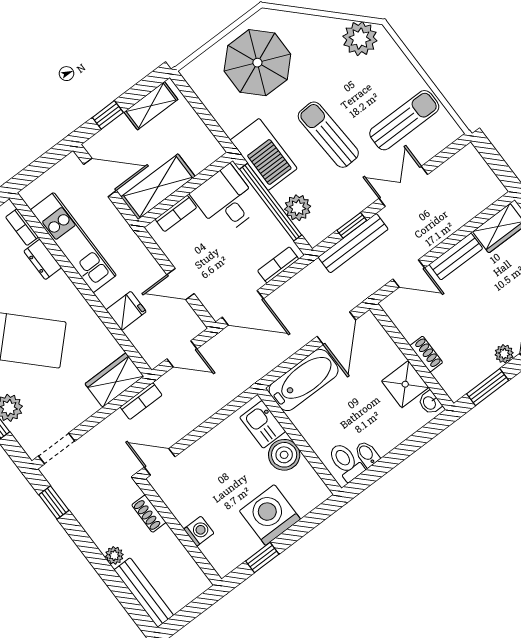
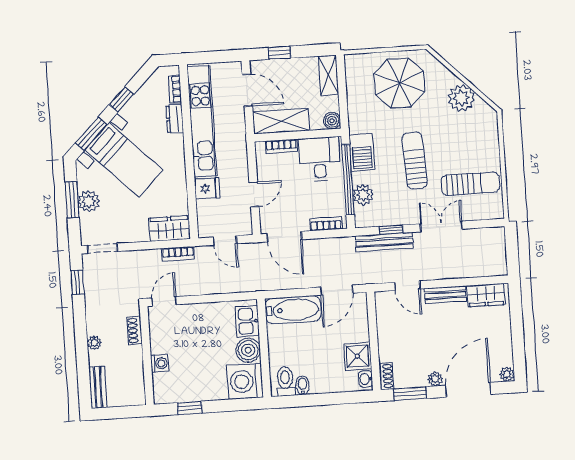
plant: (360, 39) -> (461, 98), moved
shelving: (151, 106) -> (329, 75), moved, turned 90
boiler: (212, 150) -> (332, 121), added
barbecue: (264, 154) -> (362, 152), width x0.73, depth x0.83
kitchen unit: (73, 243) -> (202, 121), width x1.36
door: (181, 284) -> (254, 194), swing flipped
shoe rack: (426, 354) -> (386, 376), moved
door: (160, 462) -> (164, 301), hinge flipped
washing machine: (270, 515) -> (245, 381), moved, turned -90
bench: (144, 593) -> (98, 387), width x0.73

